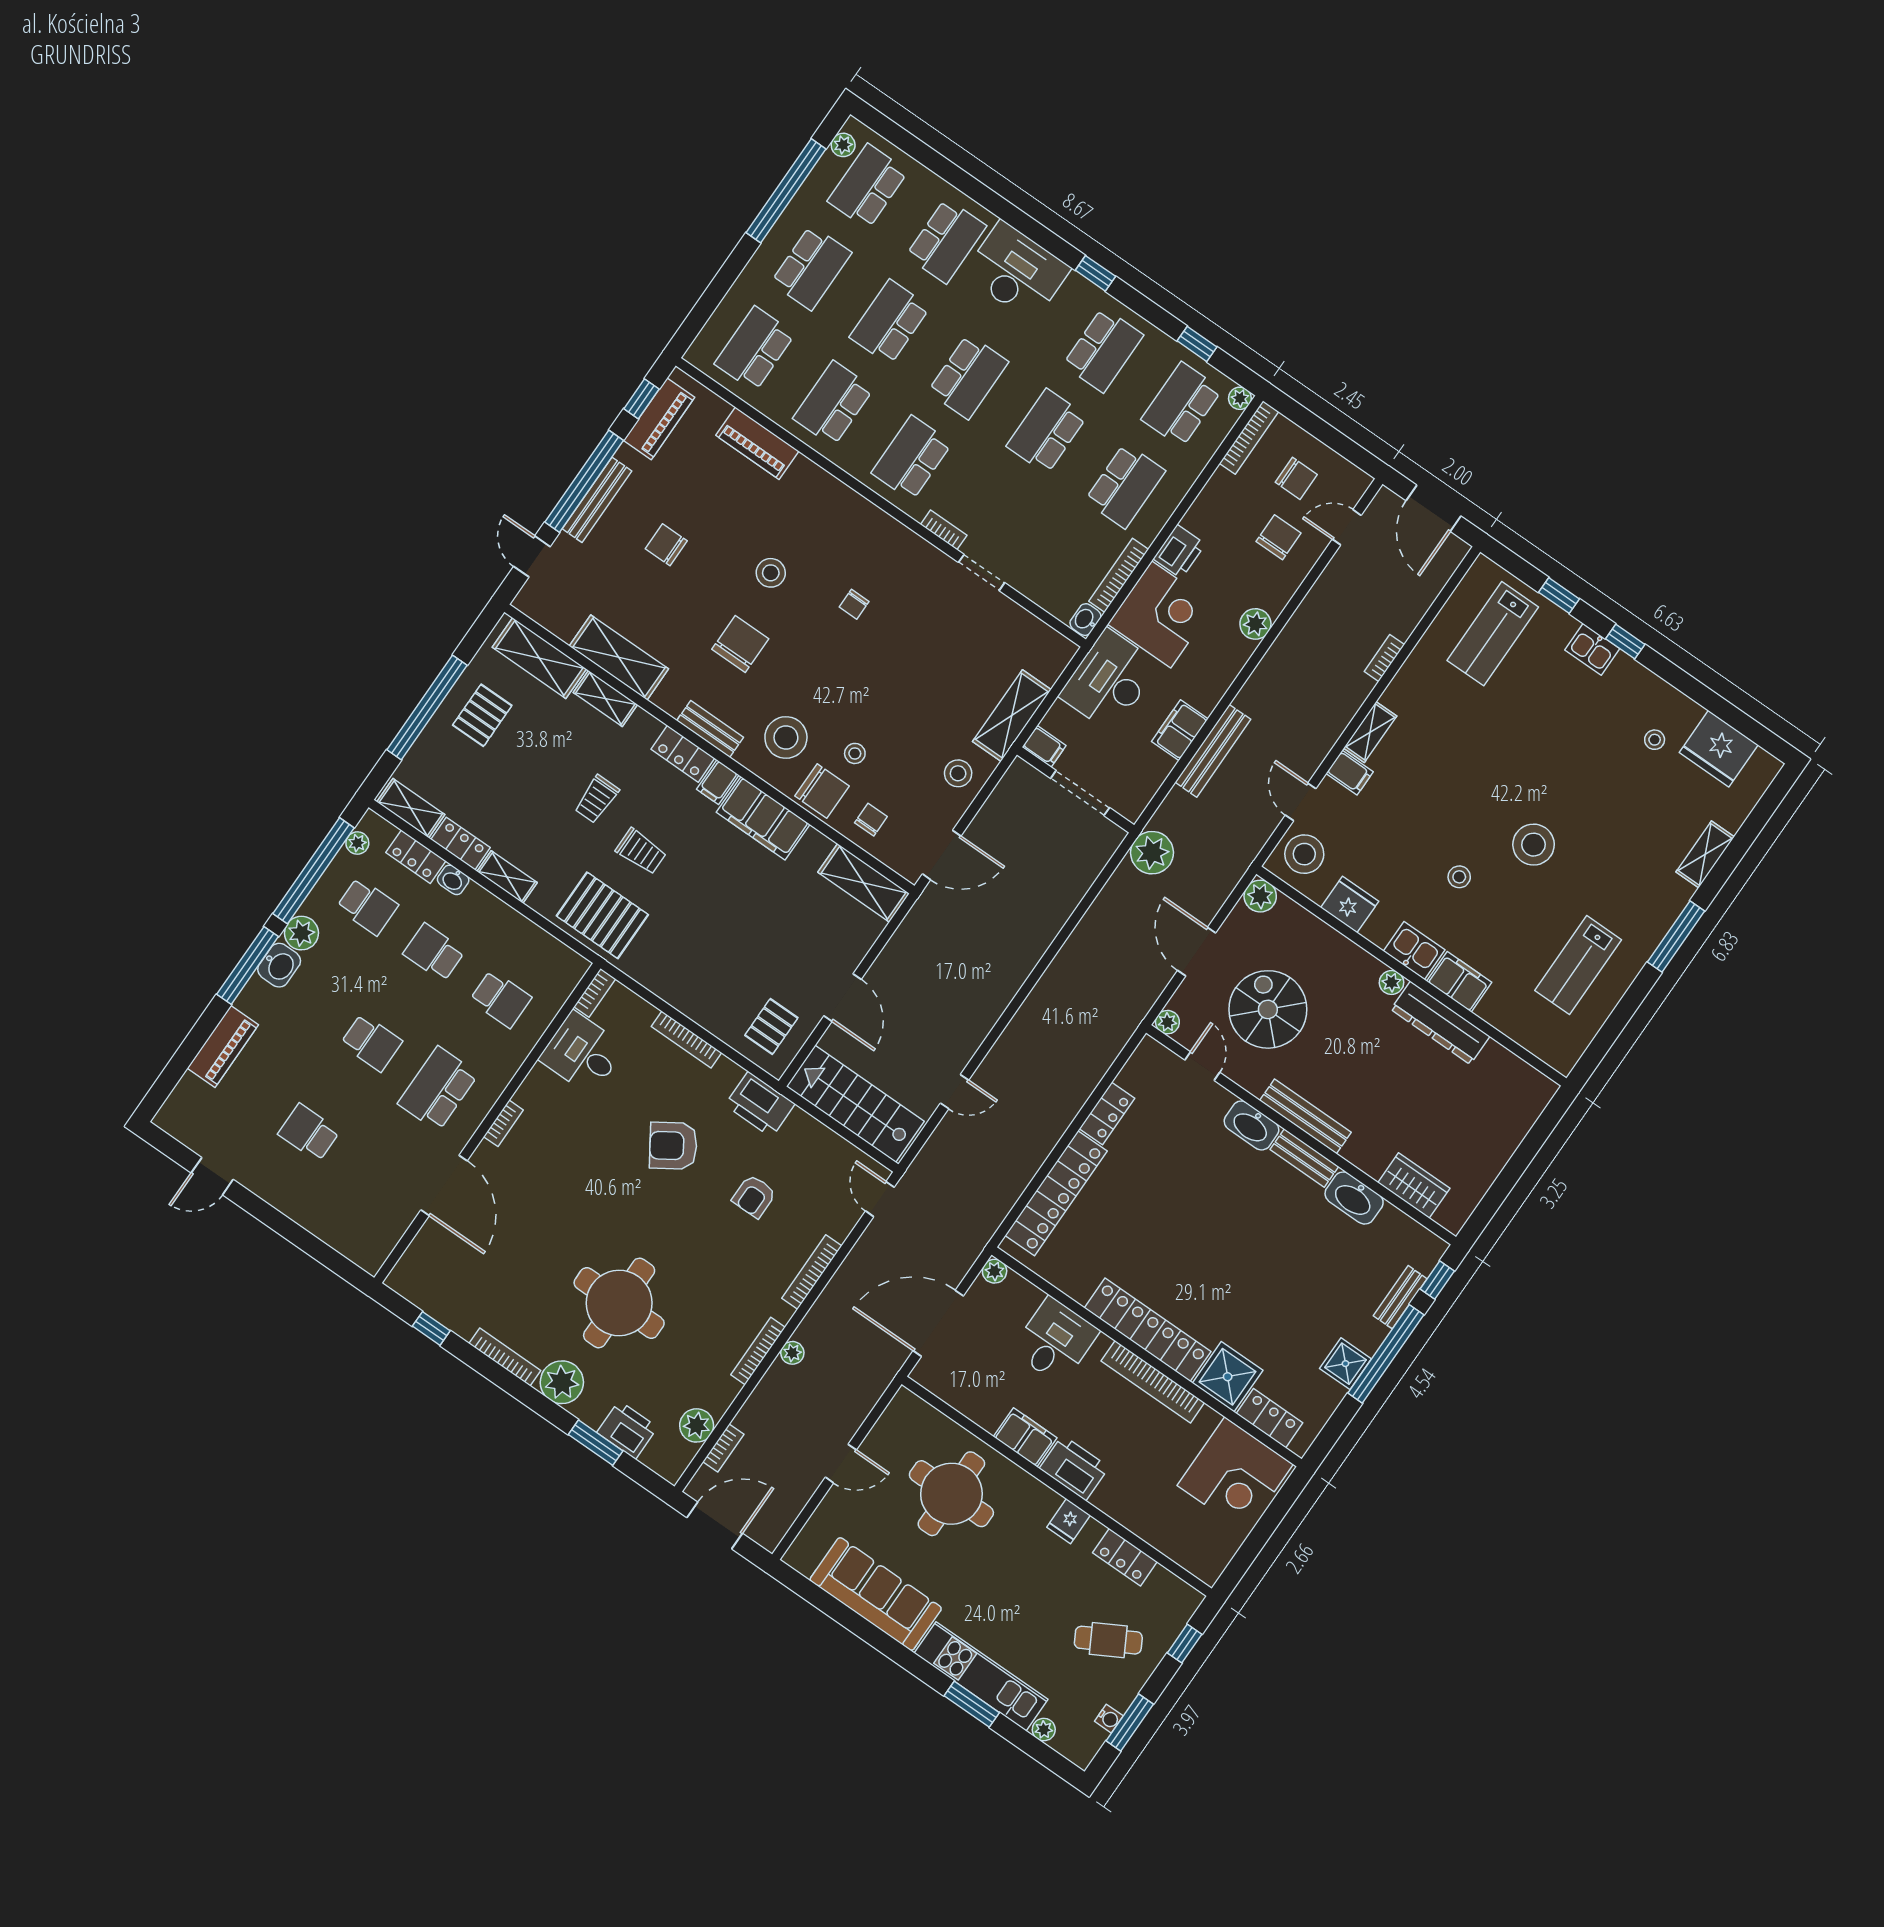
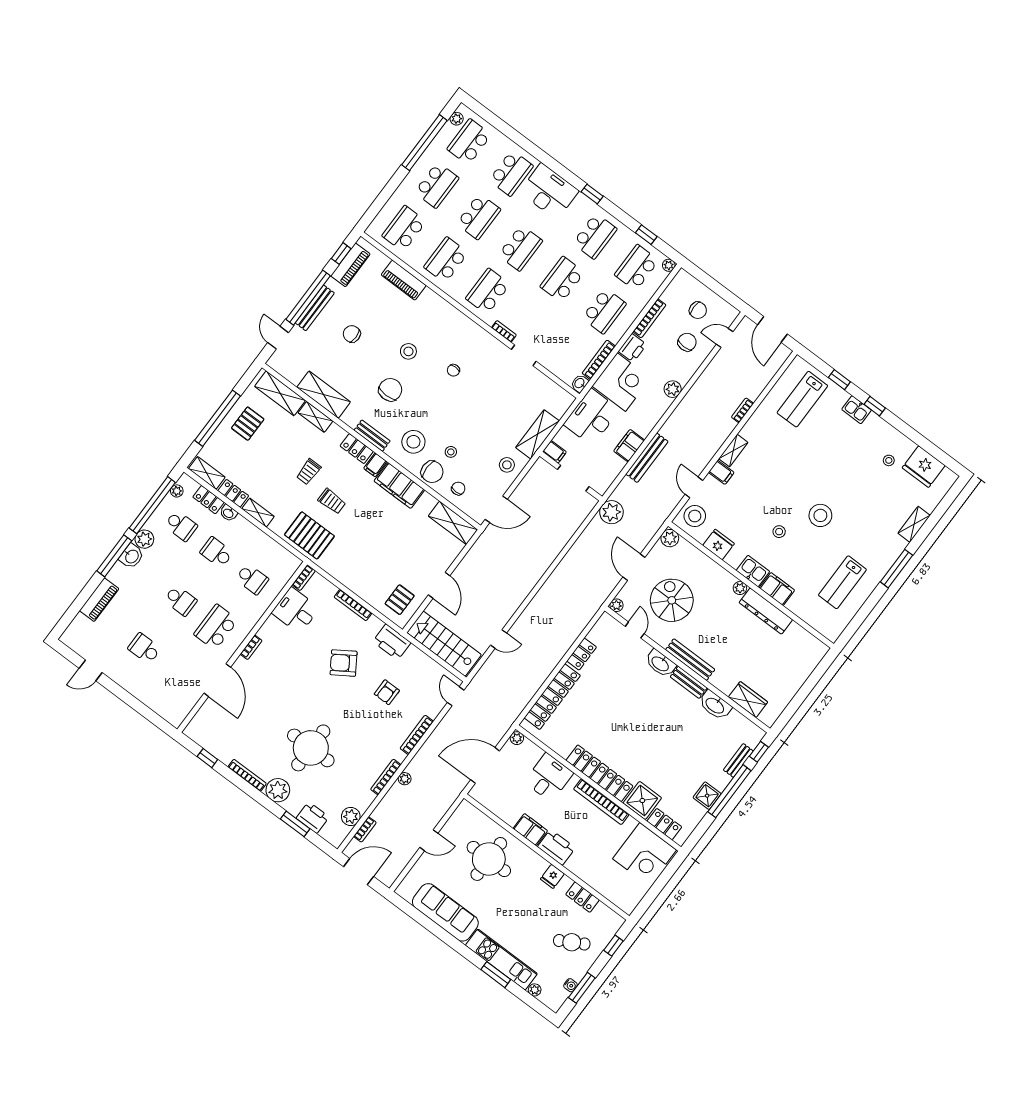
school desk: (890, 322) -> (479, 217), turned 180
bookcase: (1249, 438) -> (649, 318), moved

